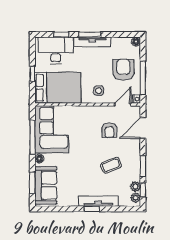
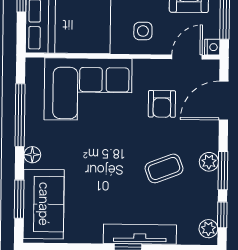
corner sofa: (52, 129) -> (88, 89), moved, turned 90
plant: (135, 187) -> (209, 162), moved

